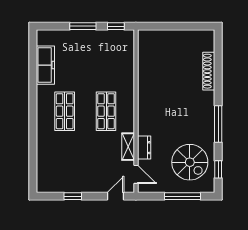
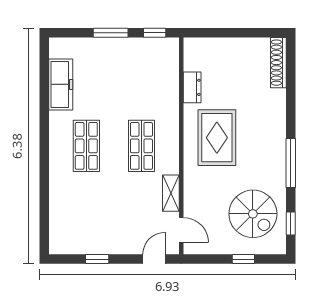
shoe rack: (209, 71) -> (278, 63), moved
rug: (163, 105) -> (217, 138), added
dresser: (144, 148) -> (192, 87), moved
window: (183, 196) -> (243, 259), width x0.46

